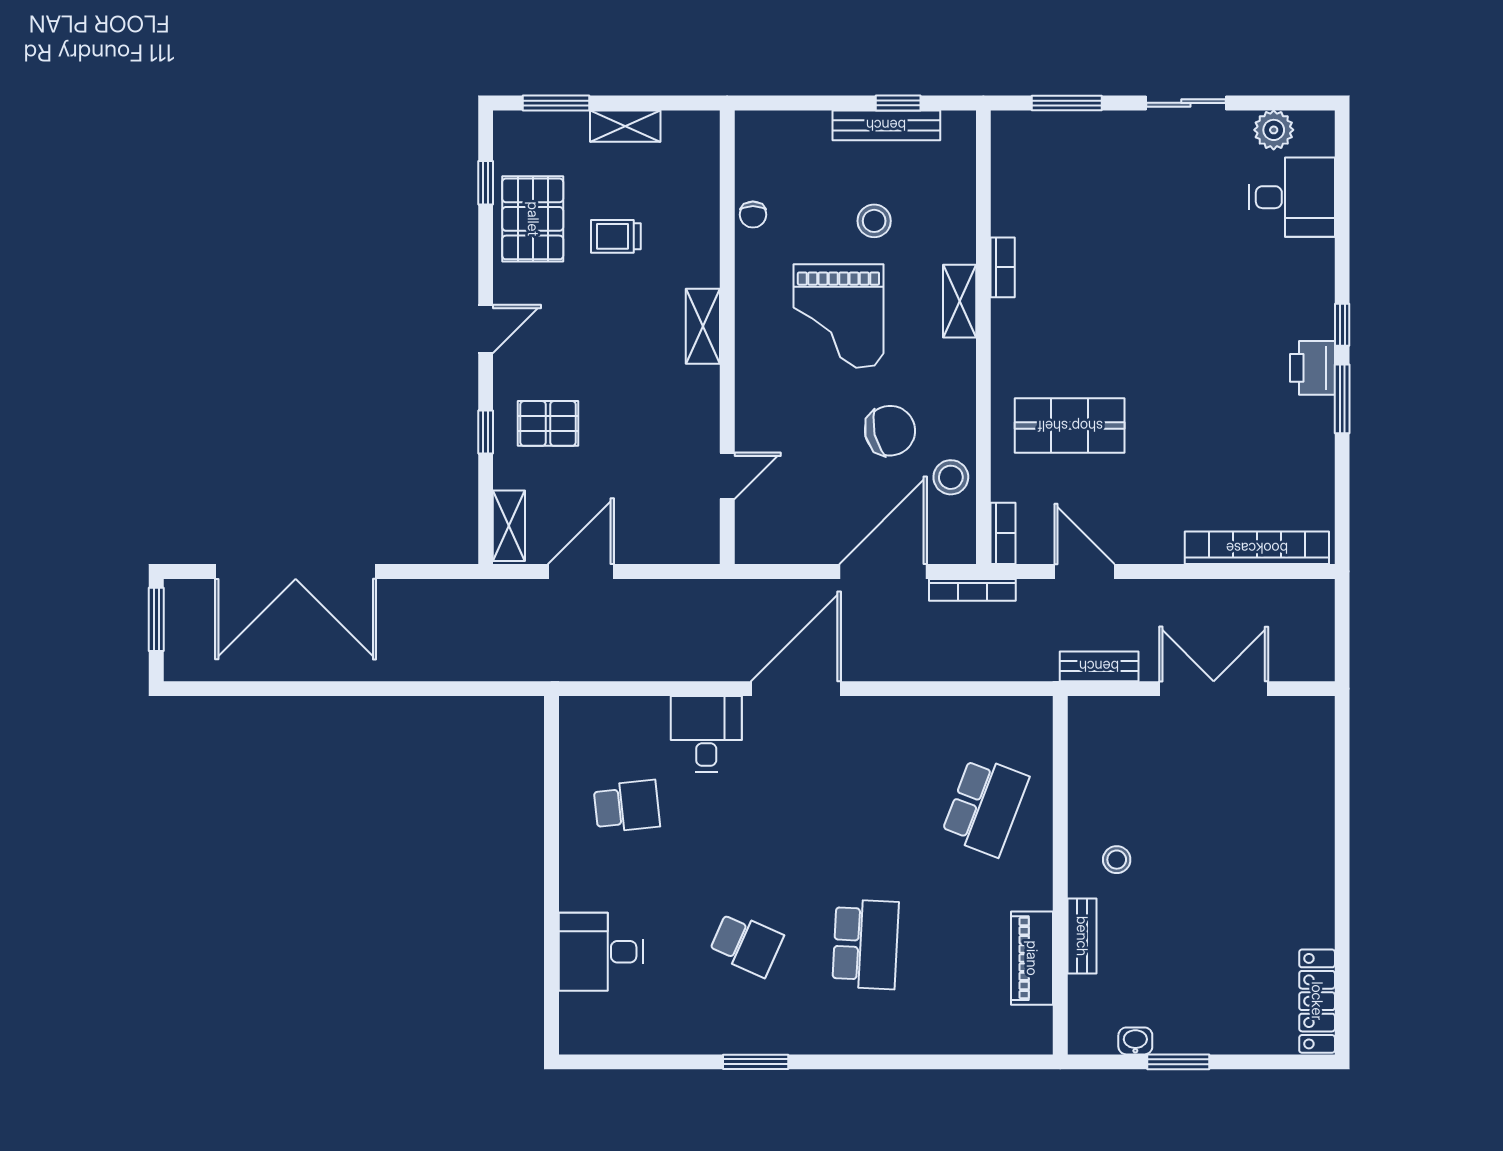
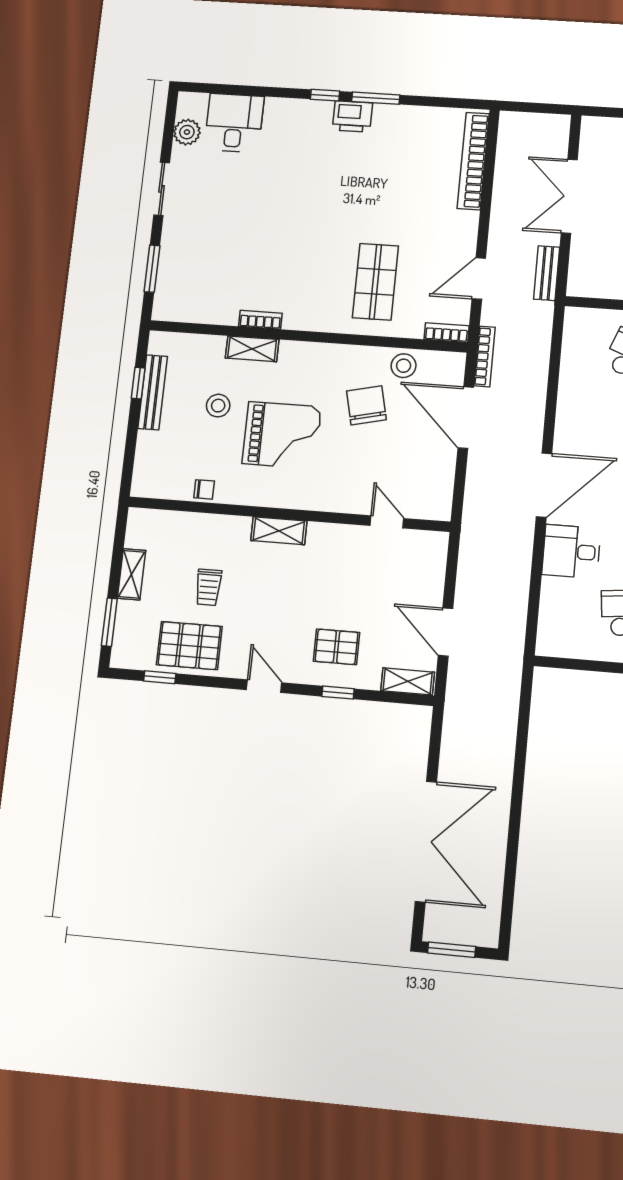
shelving: (960, 301) -> (252, 349), moved
pallet: (548, 423) -> (336, 647), turned 90
door: (796, 689) -> (544, 485), swing flipped

